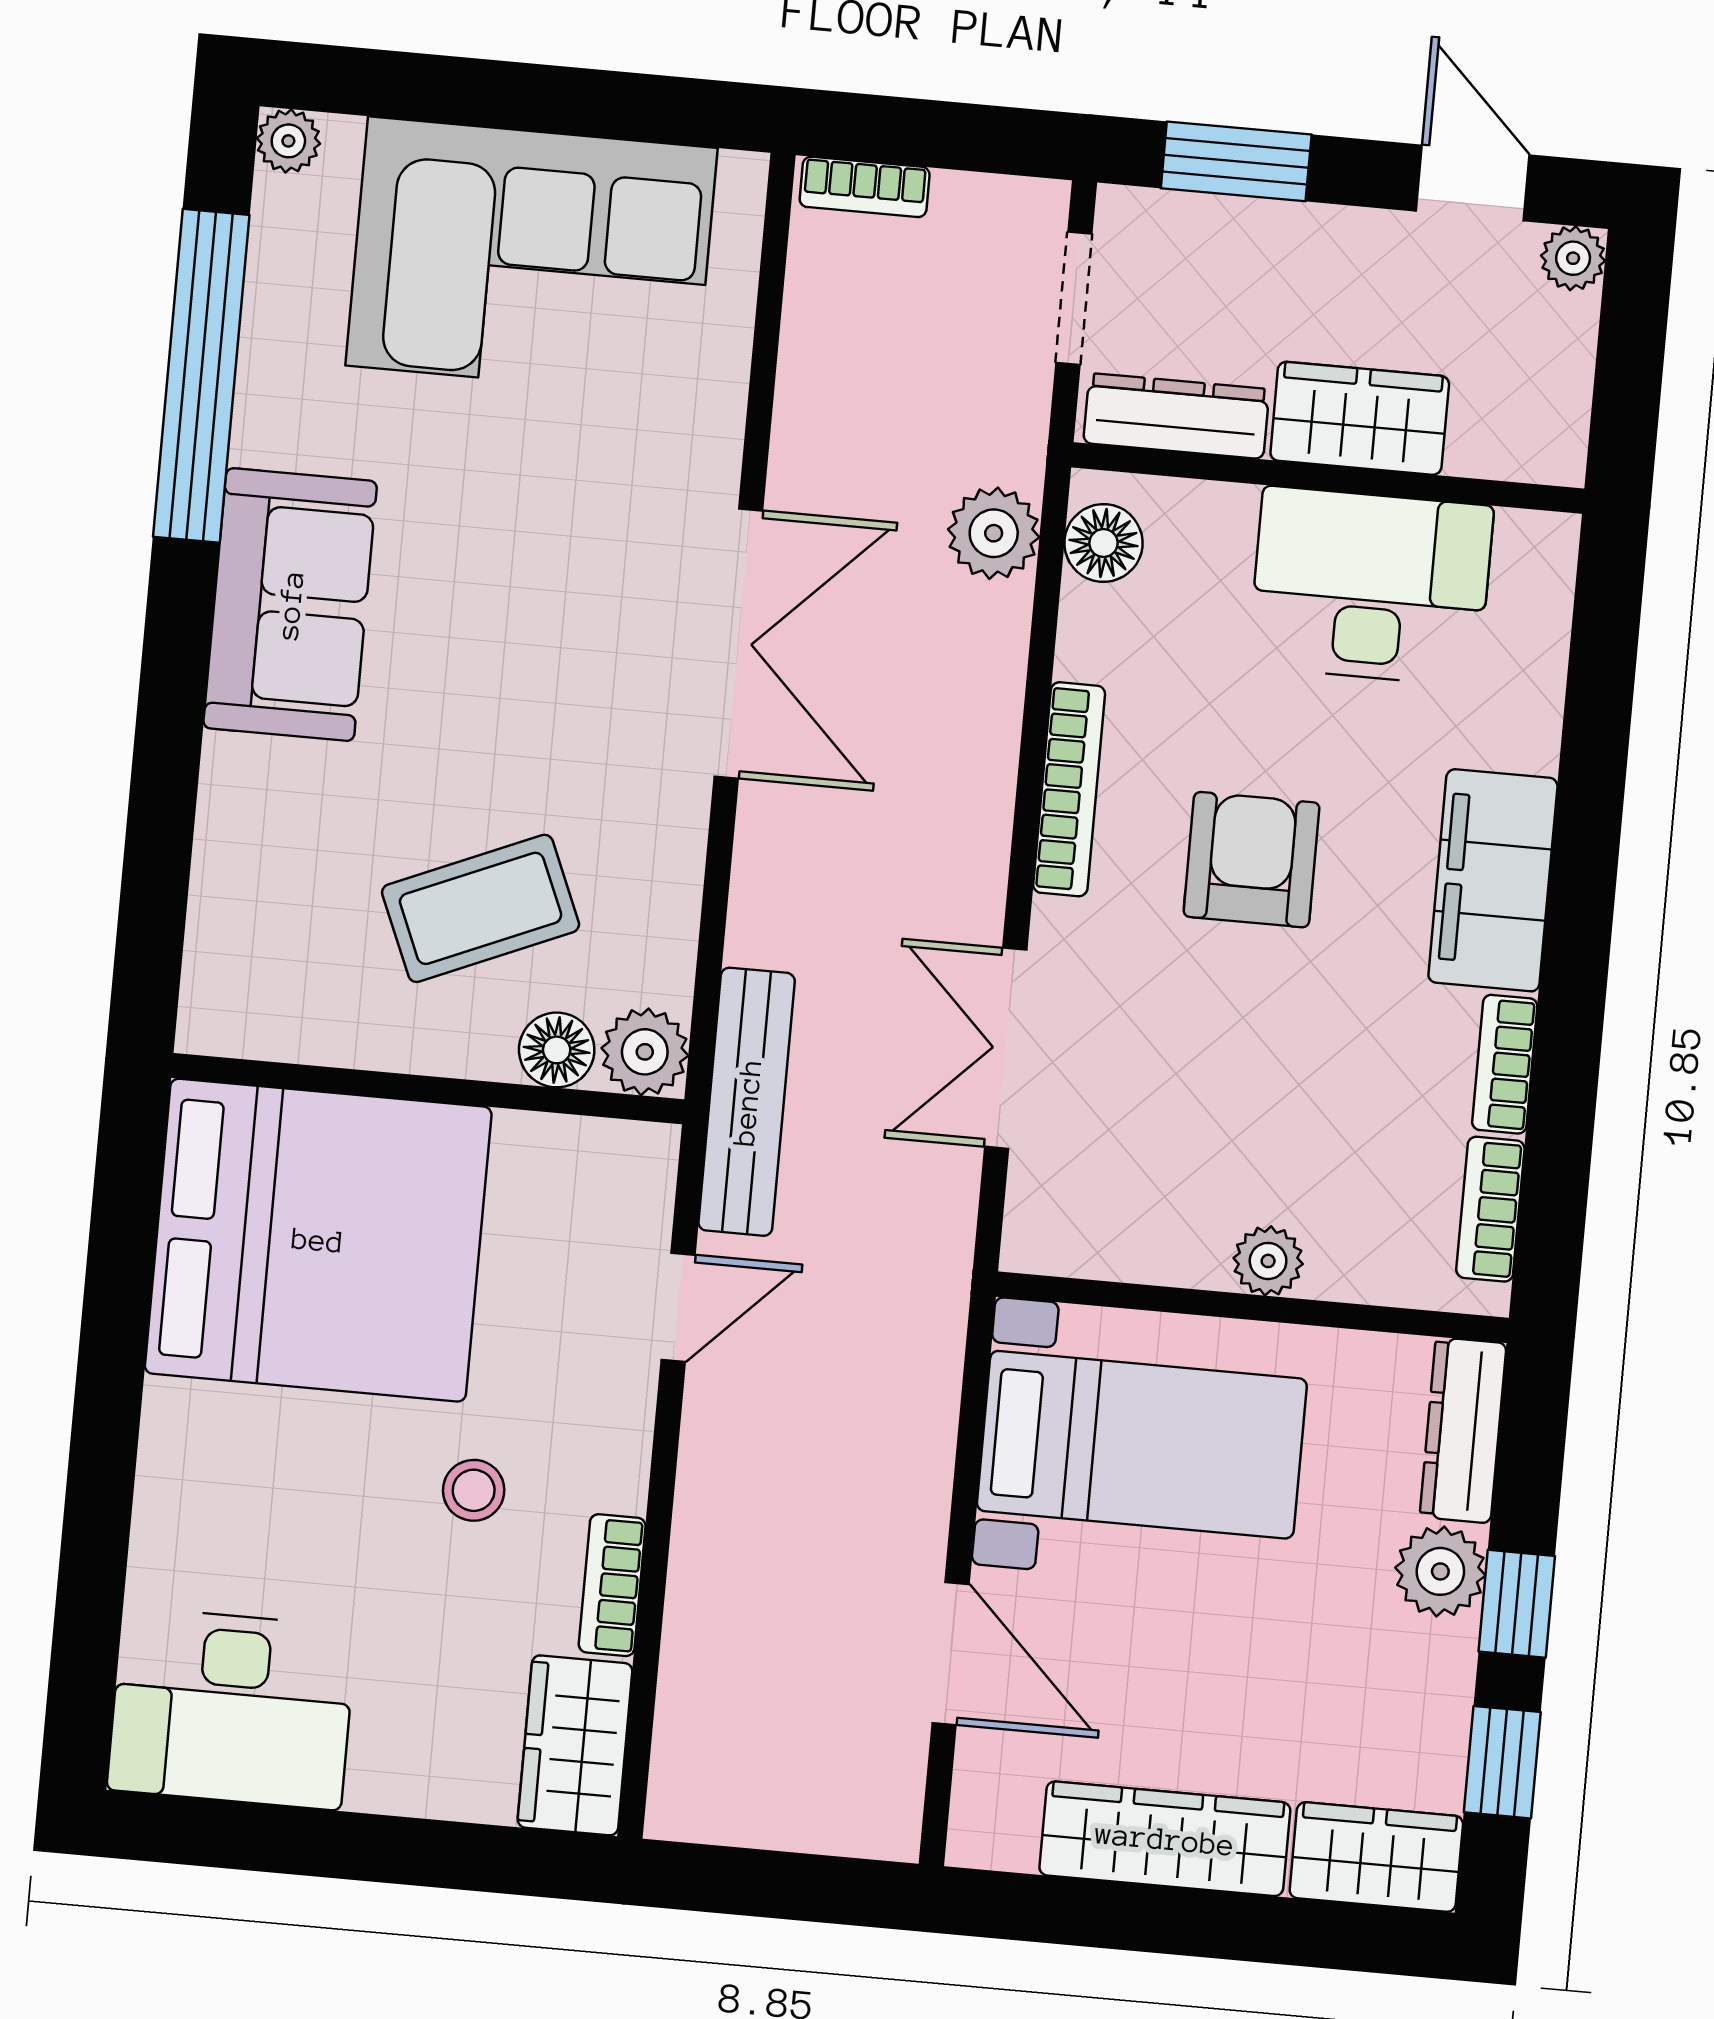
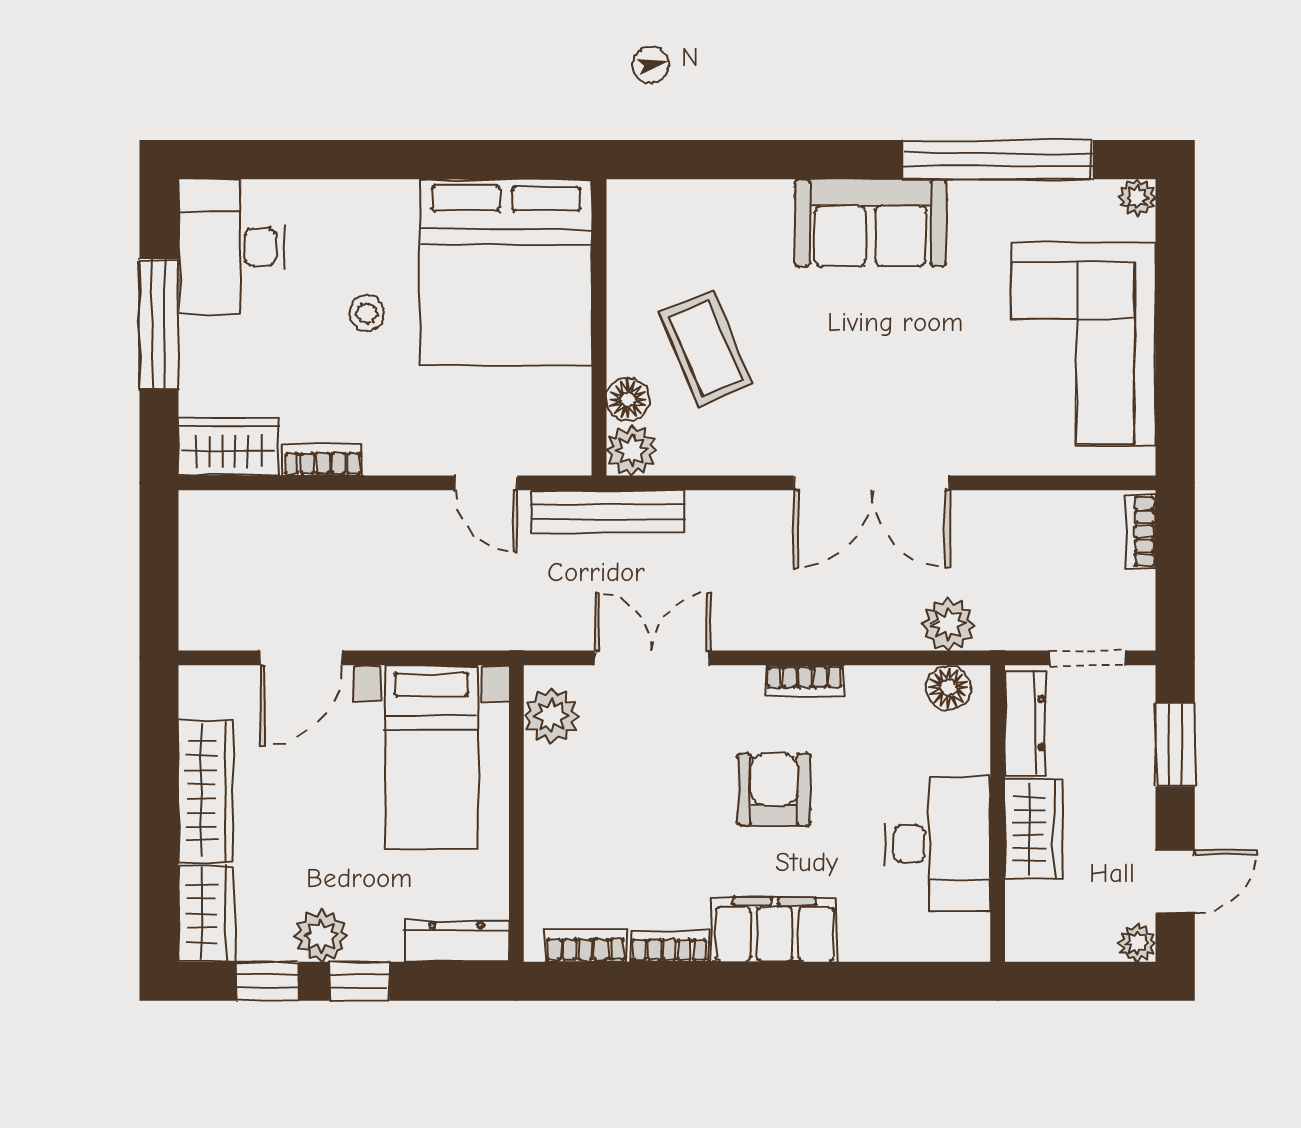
bookcase: (1069, 789) -> (805, 681), width x0.64
armchair: (1252, 860) -> (774, 790), turned -90
plant: (1268, 1261) -> (551, 716), moved, width x1.38, depth x1.38
stool: (474, 1490) -> (367, 313), moved
plant: (1440, 1571) -> (321, 936), moved
window: (353, 1846) -> (159, 324), added

